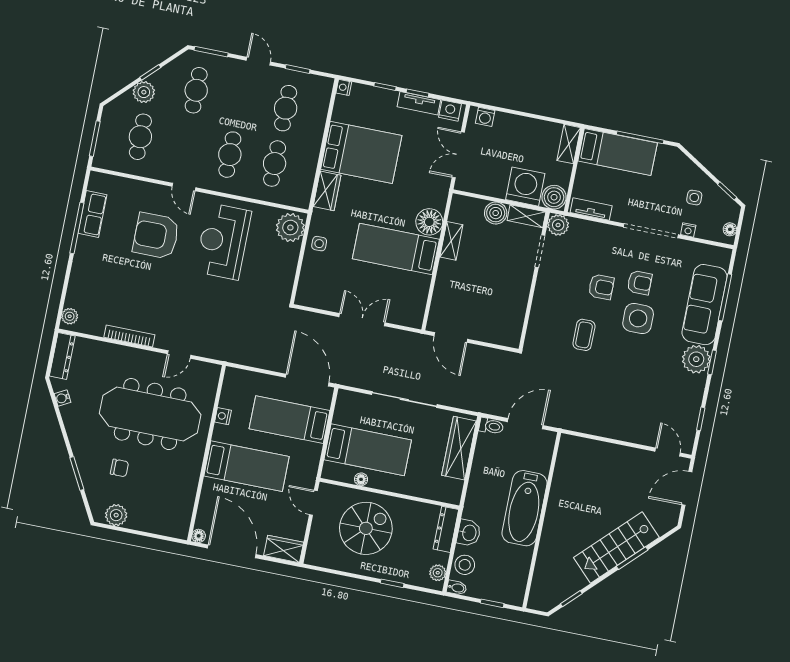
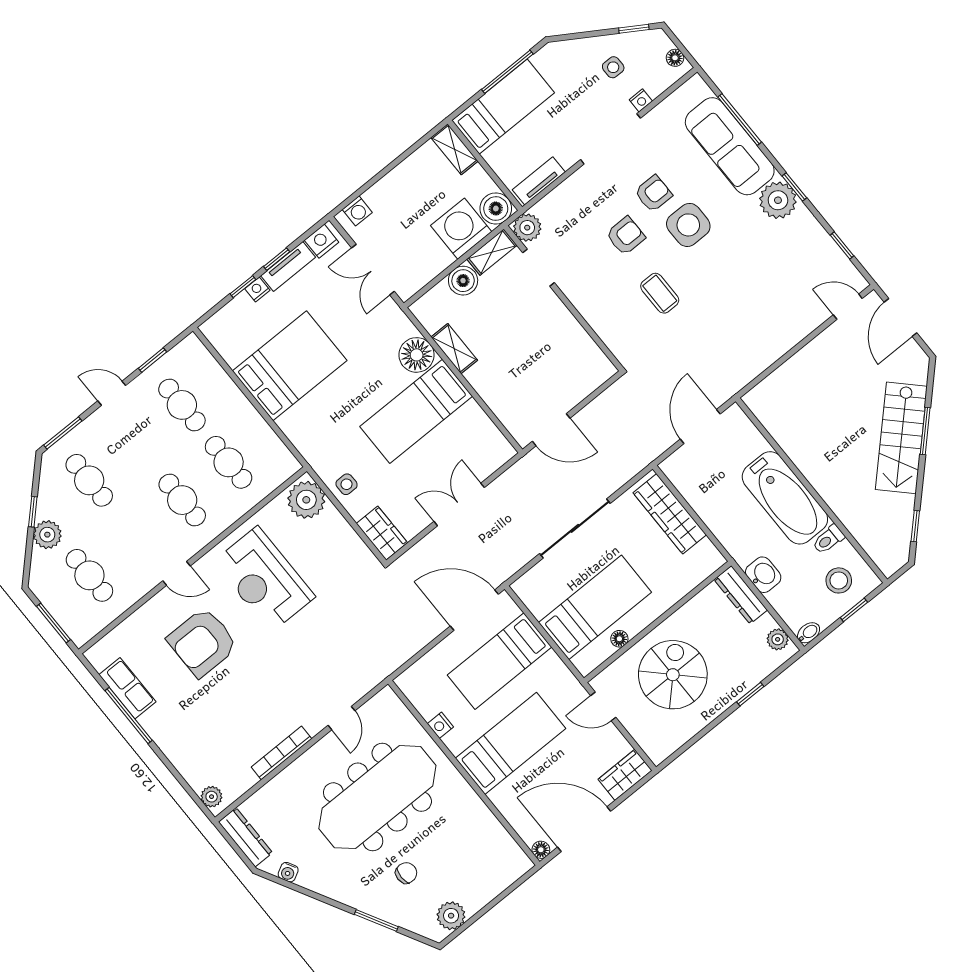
nightstand: (344, 87) -> (257, 289), moved, turned 90
wardrobe: (327, 191) -> (382, 533), moved
toilet: (491, 426) -> (828, 539), moved, turned 180
stool: (465, 565) -> (839, 580), moved

